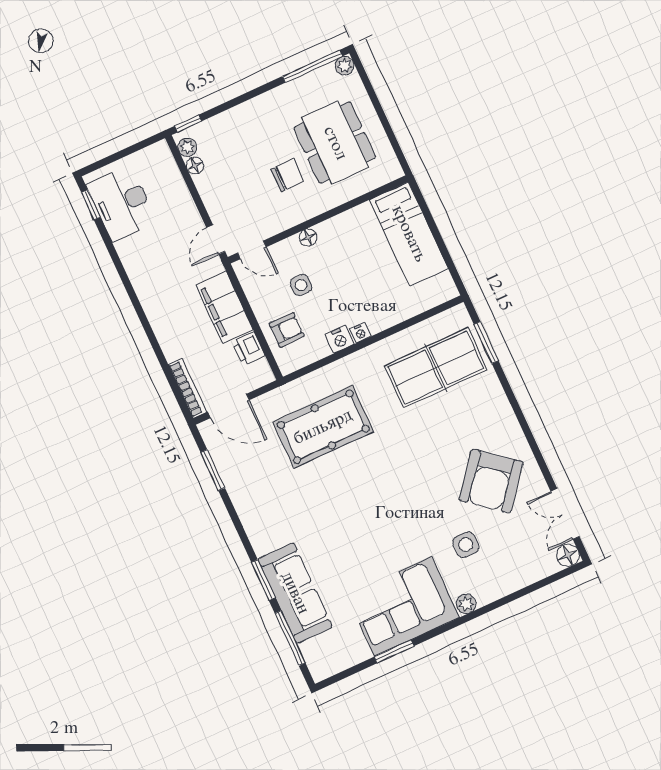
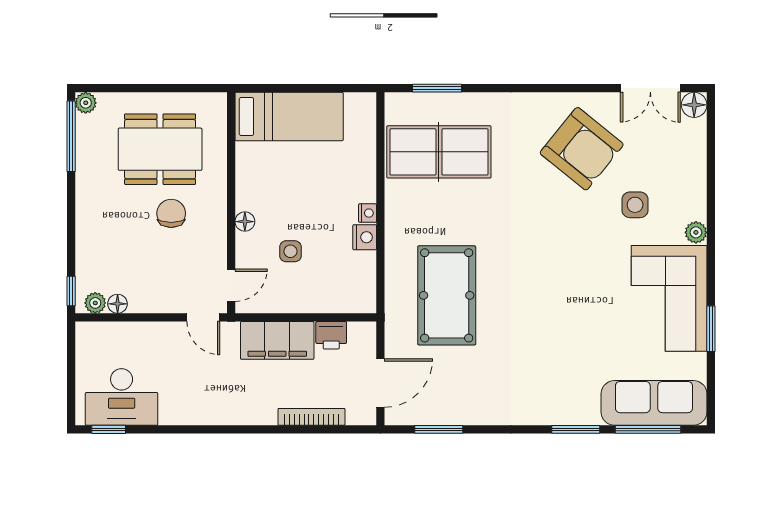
armchair: (287, 330) -> (330, 287), removed
table tennis table: (436, 368) -> (439, 152), turned 90
bookcase: (187, 388) -> (311, 417), moved
sofa: (295, 593) -> (654, 403), moved

